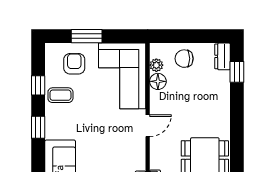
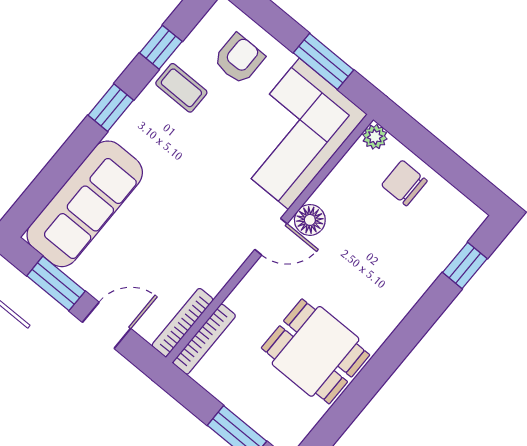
window: (87, 36) -> (323, 61), moved
dresser: (223, 56) -> (463, 226), removed
plant: (156, 65) -> (375, 137), moved
floor lamp: (158, 81) -> (310, 220), moved

